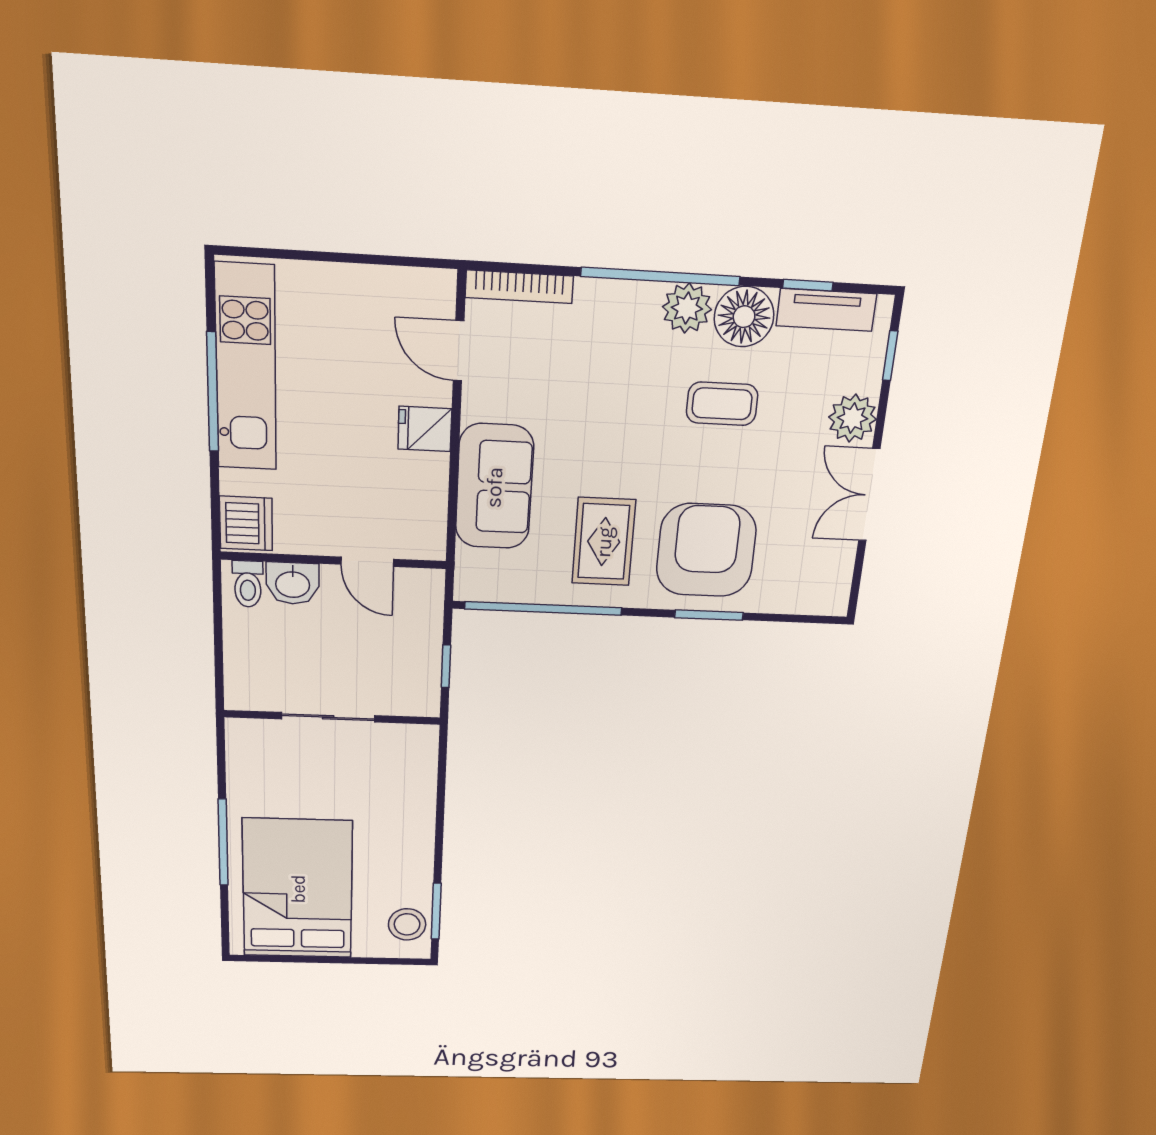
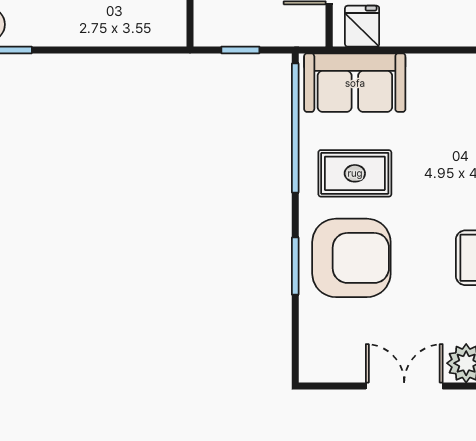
fridge: (425, 429) -> (362, 26), moved
sofa: (494, 487) -> (355, 83), moved

